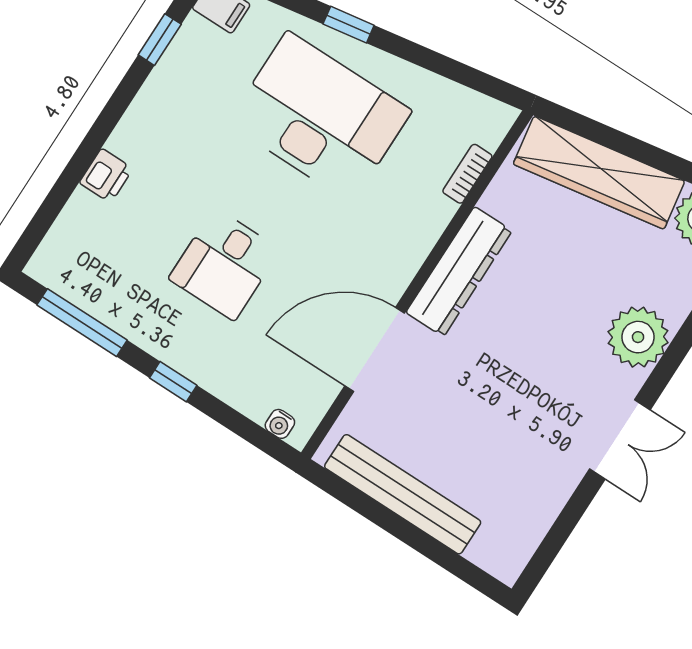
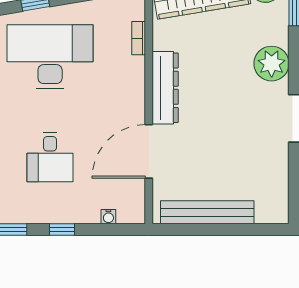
water cooler: (280, 424) -> (108, 217), moved

